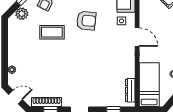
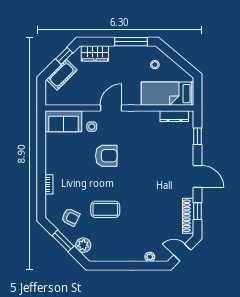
armchair: (86, 21) -> (106, 156), moved, turned 84
coffee table: (52, 32) -> (105, 209), turned 90
door: (16, 97) -> (182, 253), hinge flipped

